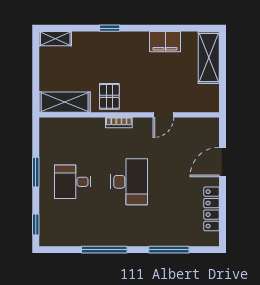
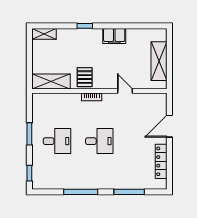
filing cabinet: (165, 42) -> (114, 36), moved
shelving: (209, 57) -> (159, 61), moved
door: (163, 115) -> (125, 91), swing flipped
desk: (73, 182) -> (57, 141), turned 180
desk: (129, 182) -> (99, 141), width x0.73

